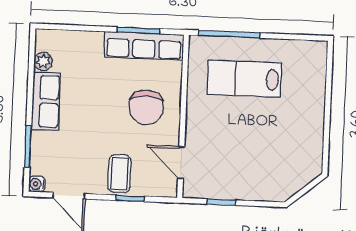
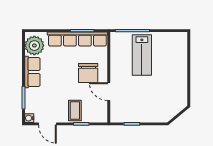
row of seats: (144, 46) -> (77, 39), width x1.36
plant: (43, 61) -> (34, 46), width x1.87, depth x1.87
lab bench: (244, 79) -> (142, 55), turned -90
door: (181, 163) -> (109, 92), moved

